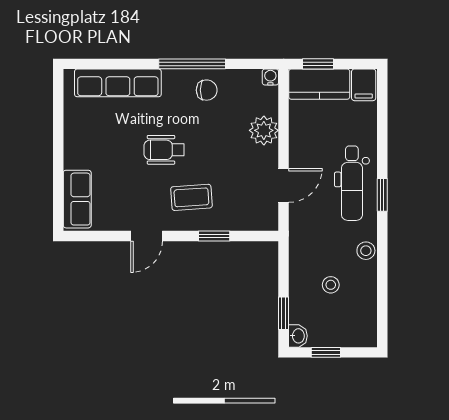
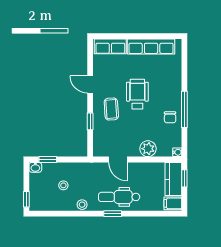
row of seats: (118, 83) -> (151, 46), moved, turned -90
wheelchair: (164, 150) -> (137, 94), width x1.36, depth x1.37
window: (326, 352) -> (26, 199), moved

